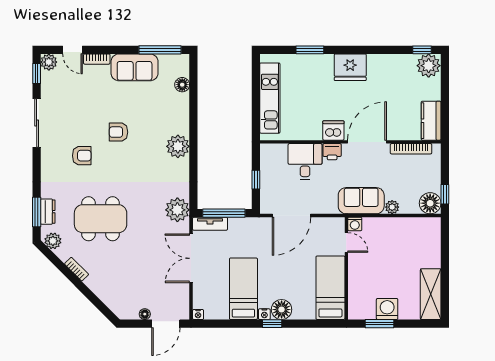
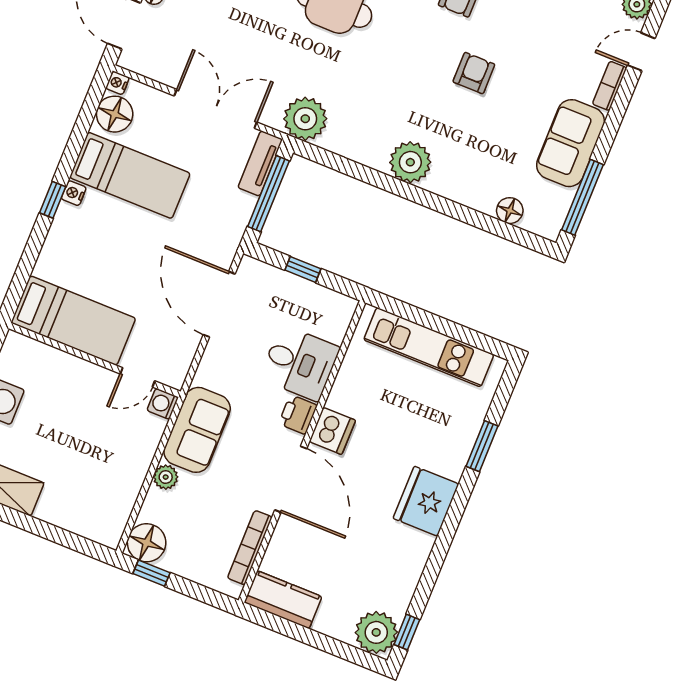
floor lamp: (282, 310) -> (115, 114), moved

